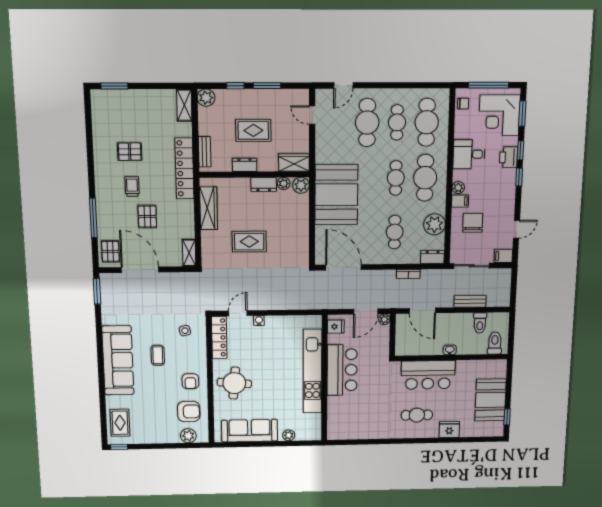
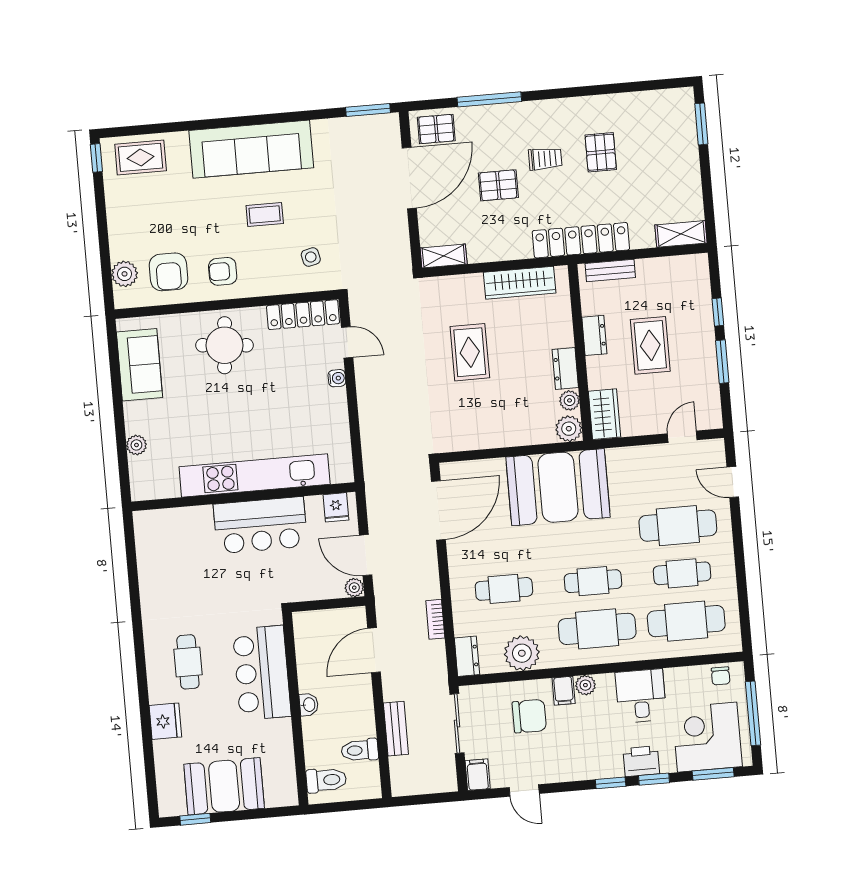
plant: (206, 98) -> (695, 267), removed
sofa: (250, 431) -> (139, 365), width x0.73

